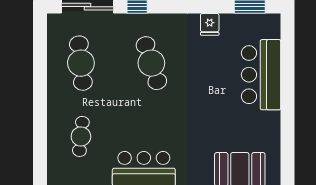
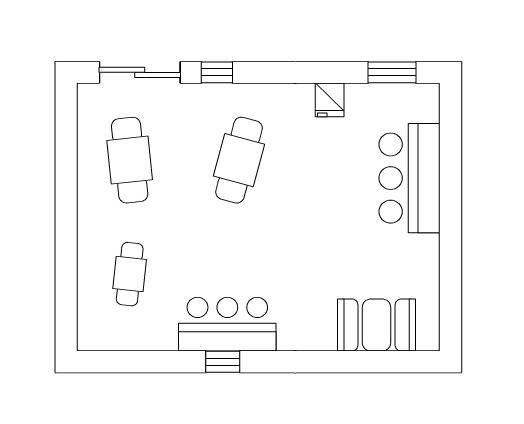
cafe table: (151, 63) -> (239, 160), turned 33

